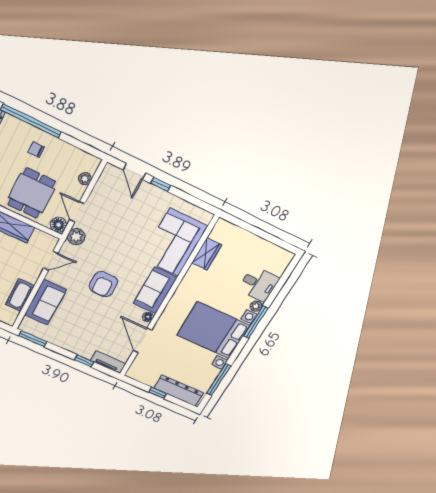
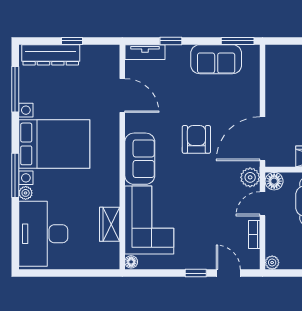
plant: (85, 179) -> (272, 263), moved
bookcase: (97, 191) -> (254, 235), added
door: (77, 212) -> (263, 204), swing flipped
door: (51, 261) -> (263, 139), width x1.87
desk: (259, 284) -> (43, 234), width x1.87, depth x1.30
cot: (20, 295) -> (275, 85), removed
sofa: (45, 302) -> (216, 59), moved, turned -90
floor lamp: (148, 317) -> (131, 262), moved

